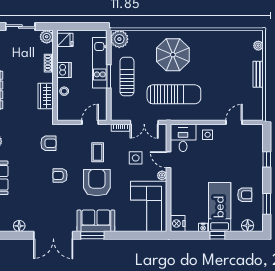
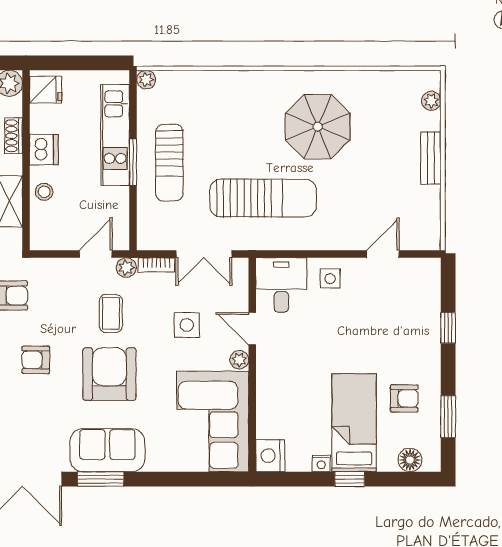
plant: (119, 39) -> (146, 80), width x0.53, depth x0.53
parasol: (173, 55) -> (318, 127), moved
sun lounger: (127, 77) -> (169, 163), turned 180
plant: (105, 129) -> (126, 268), added

